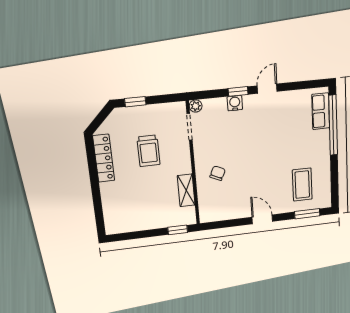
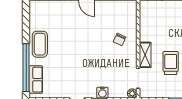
coffee table: (302, 185) -> (40, 44), moved
shelving: (186, 190) -> (145, 55), moved

